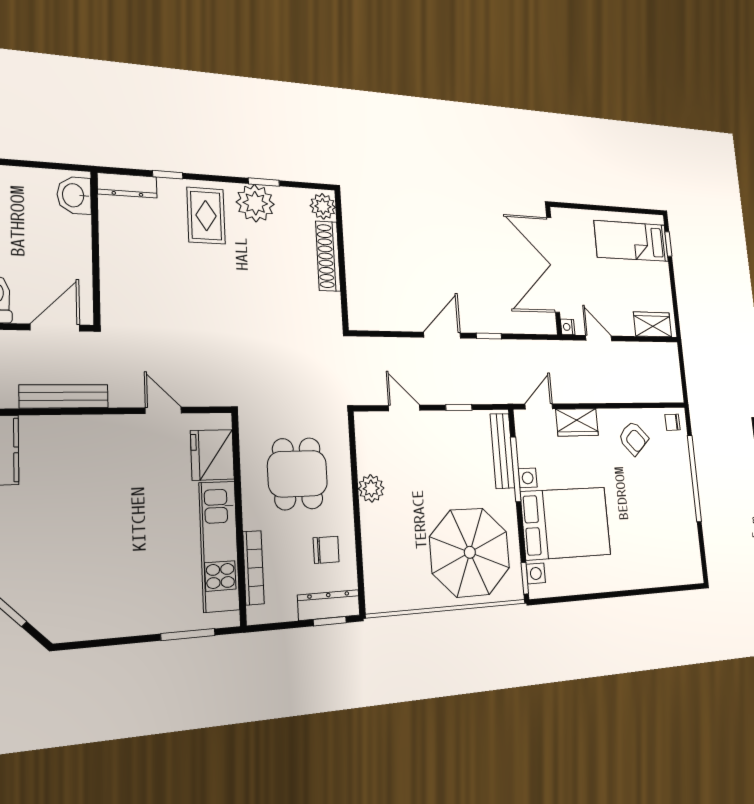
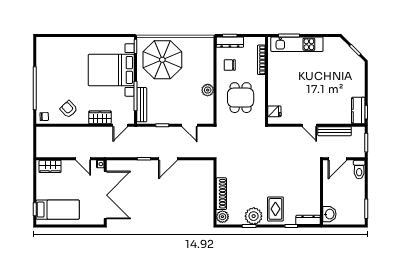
door: (163, 410) -> (309, 125), moved
fridge: (212, 455) -> (274, 111), width x0.53, depth x0.75
kitchen unit: (219, 546) -> (297, 44), moved, turned 90

